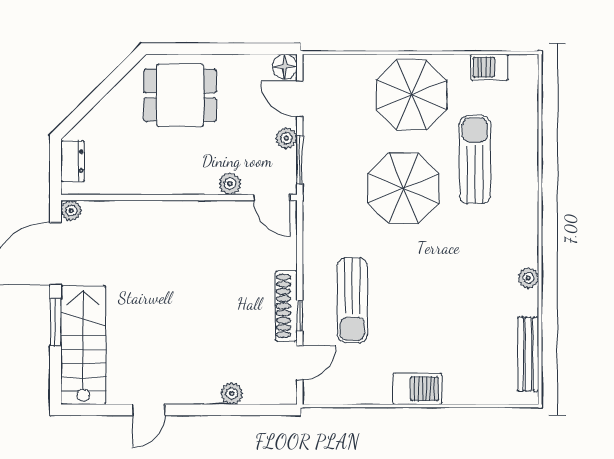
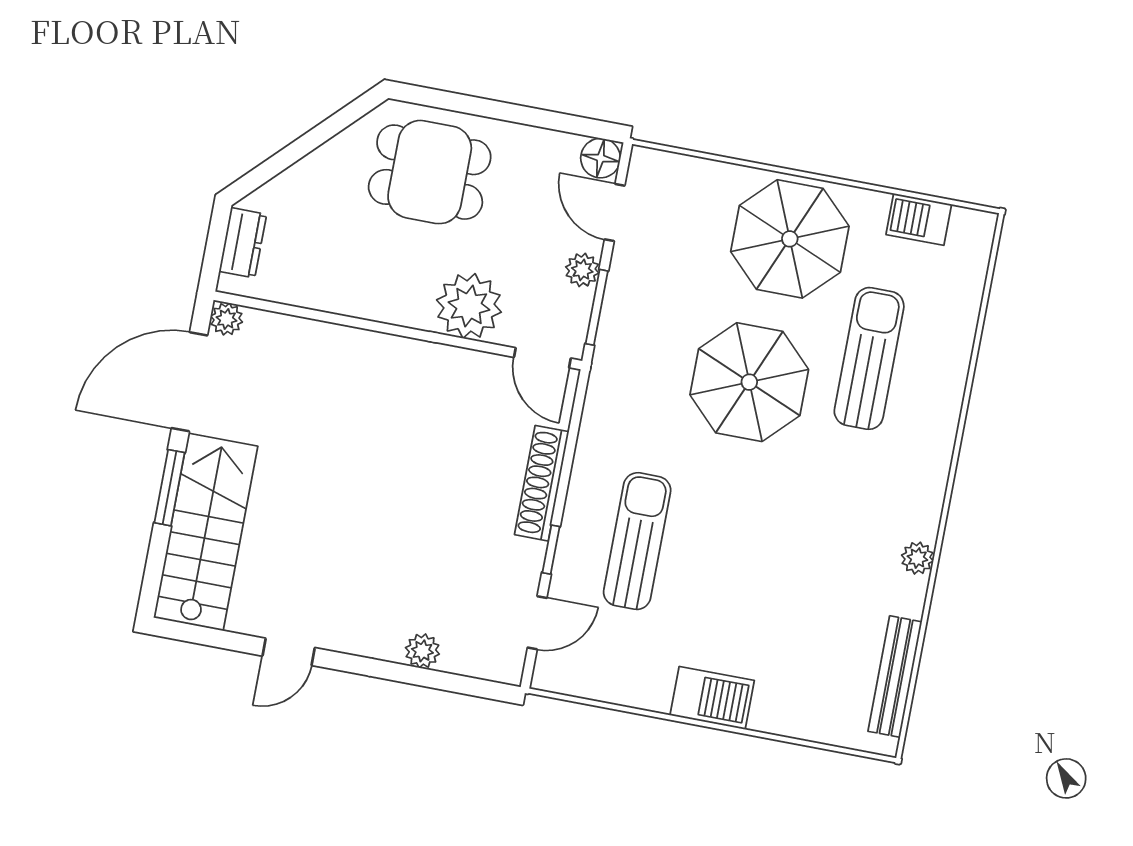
plant: (230, 184) -> (469, 306), width x1.87, depth x1.87
sun lounger: (352, 300) -> (637, 541), turned 180
shoe rack: (286, 306) -> (542, 483), moved

